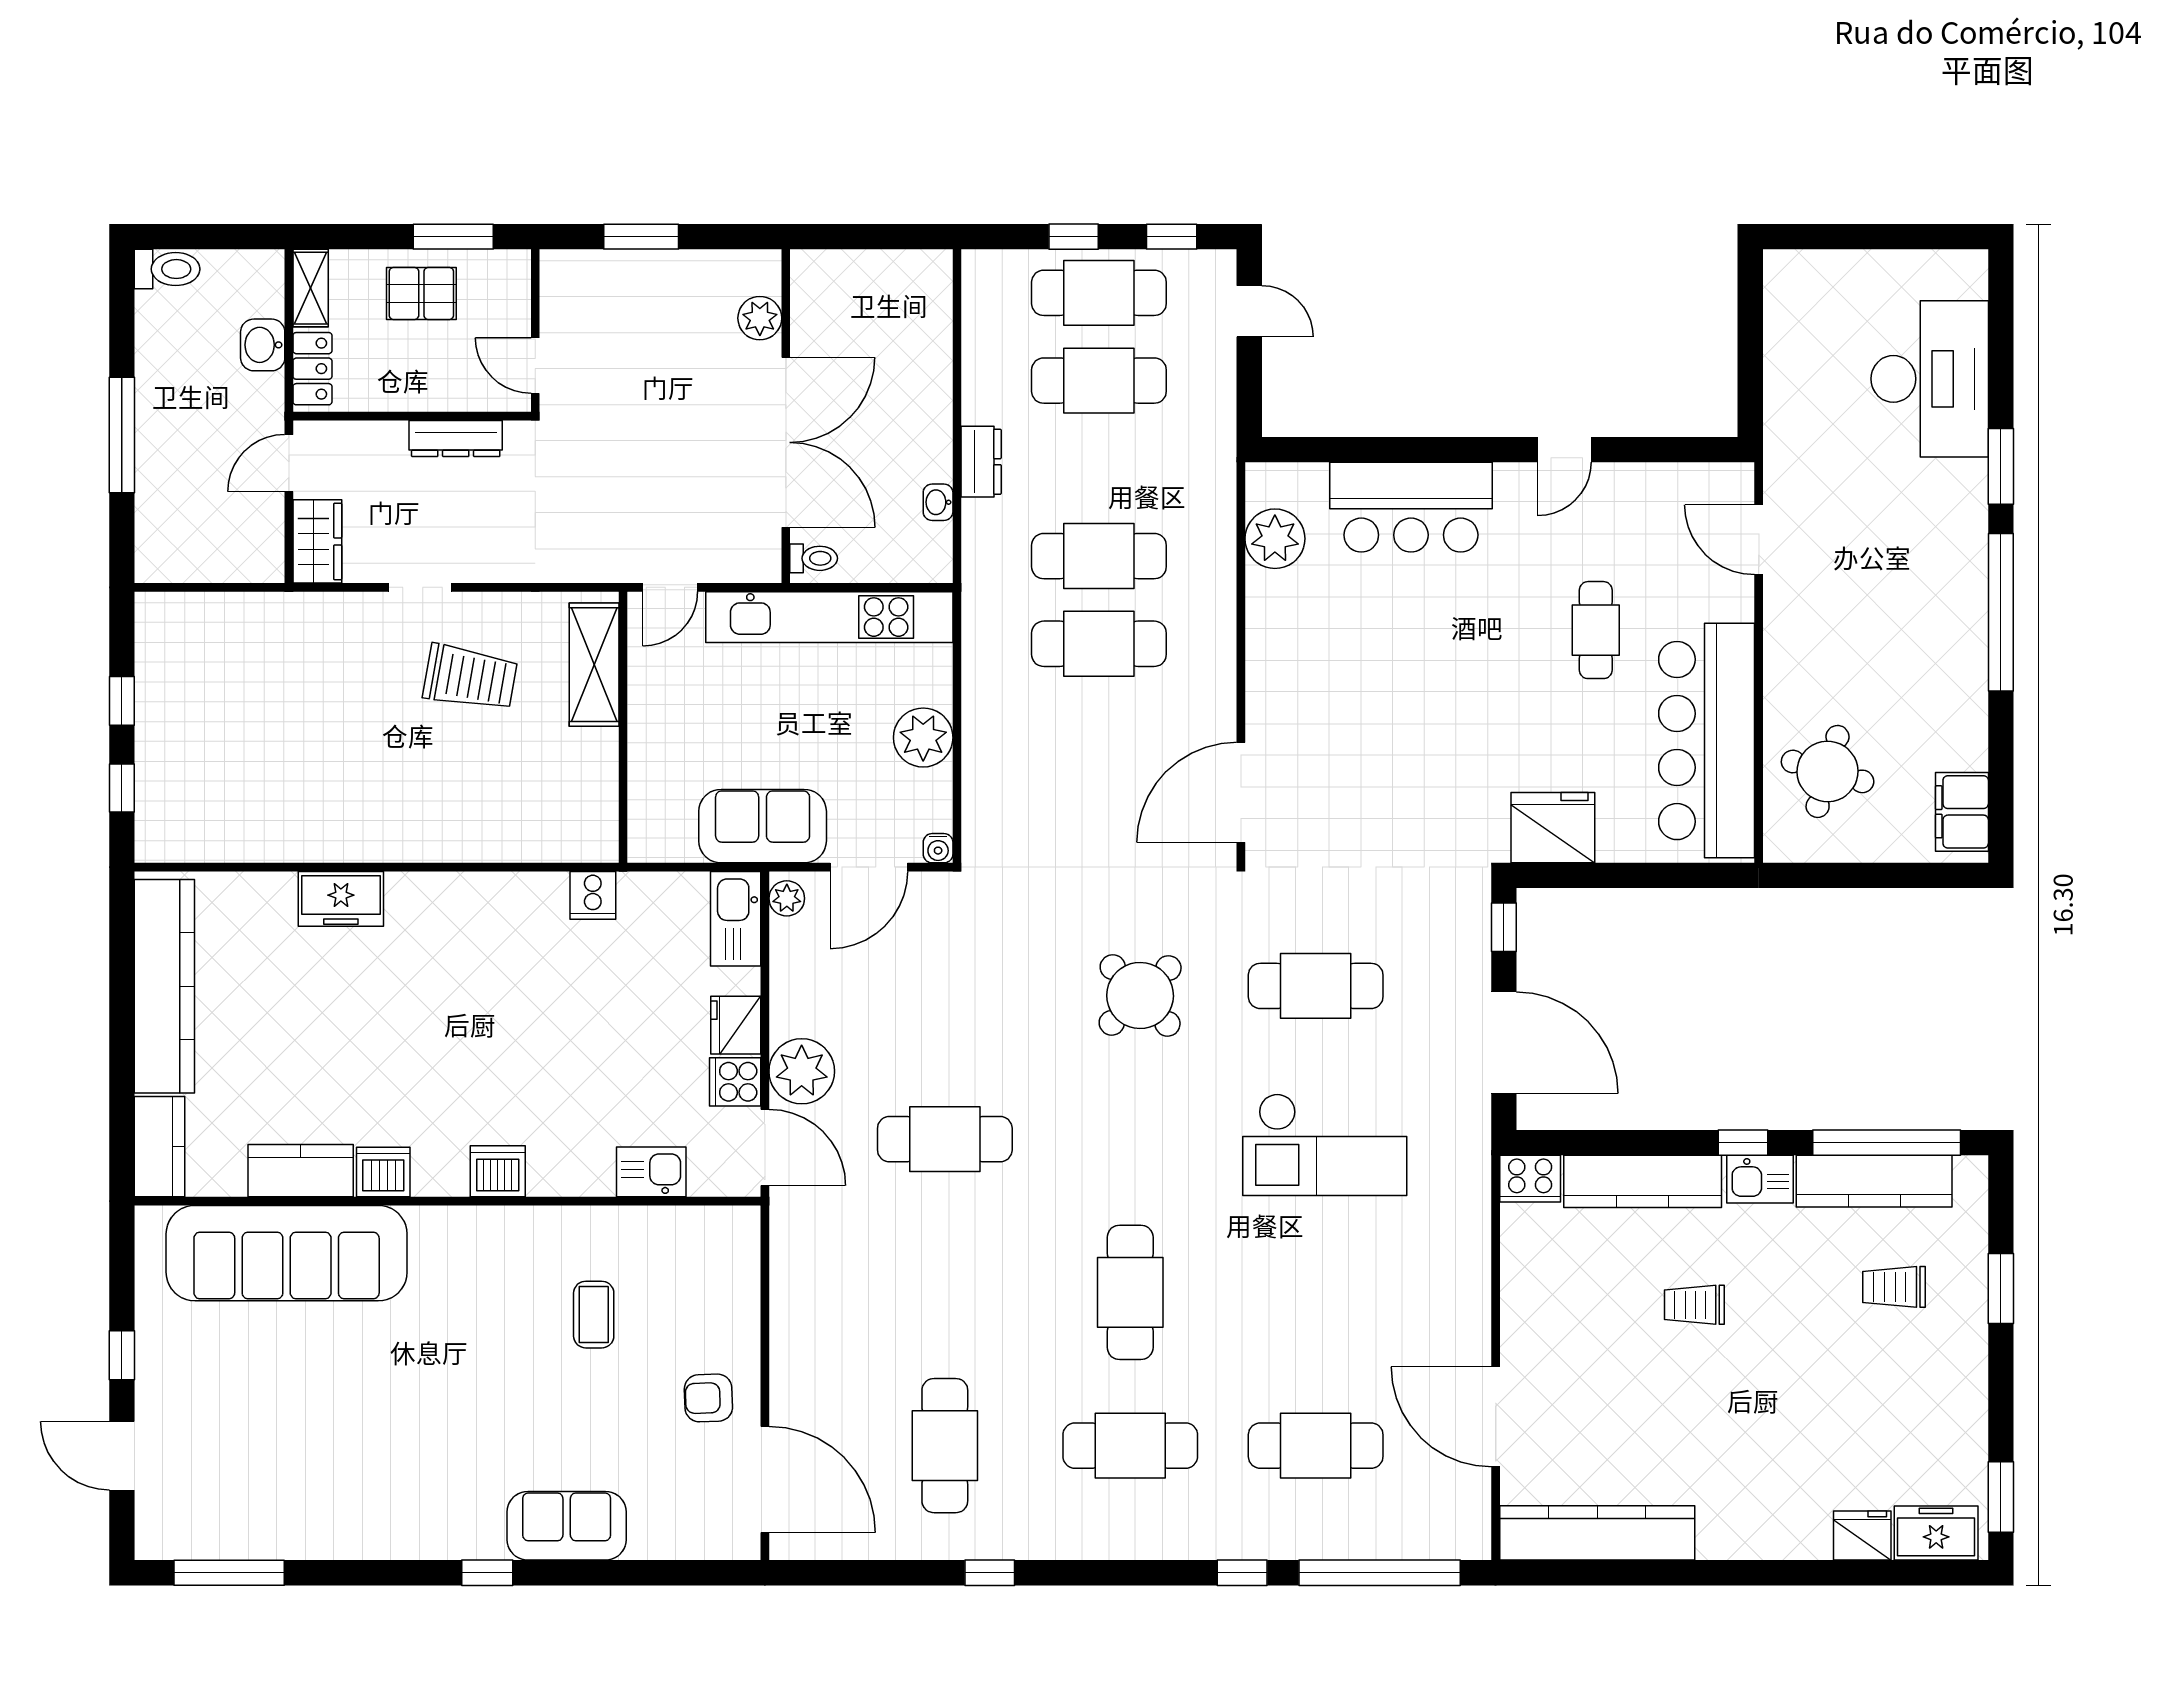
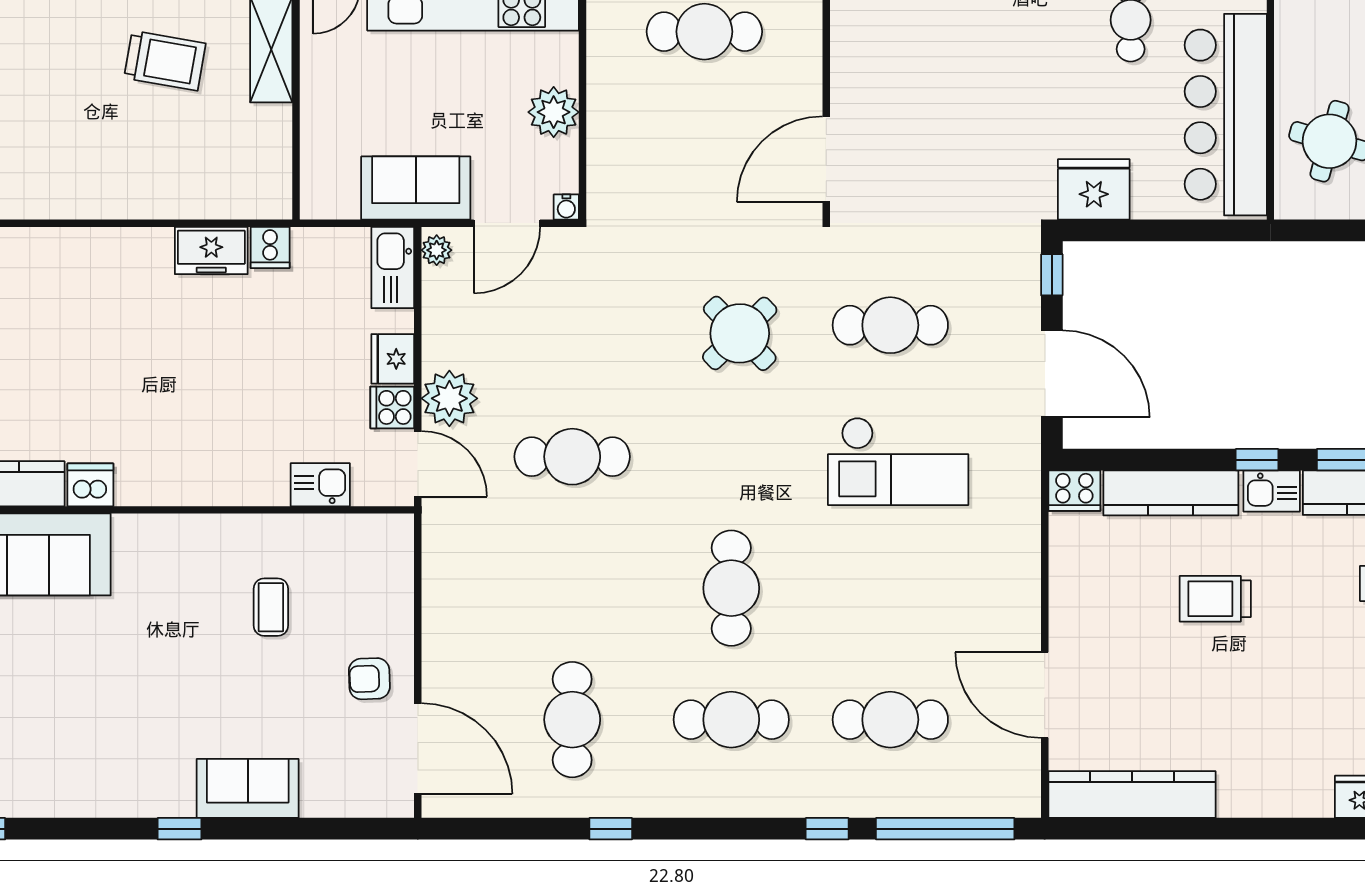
freezer: (341, 899) -> (211, 251), moved
dishwasher: (498, 1171) -> (189, 484), removed
trolley: (1694, 1305) -> (1215, 599), width x1.36, depth x1.39

